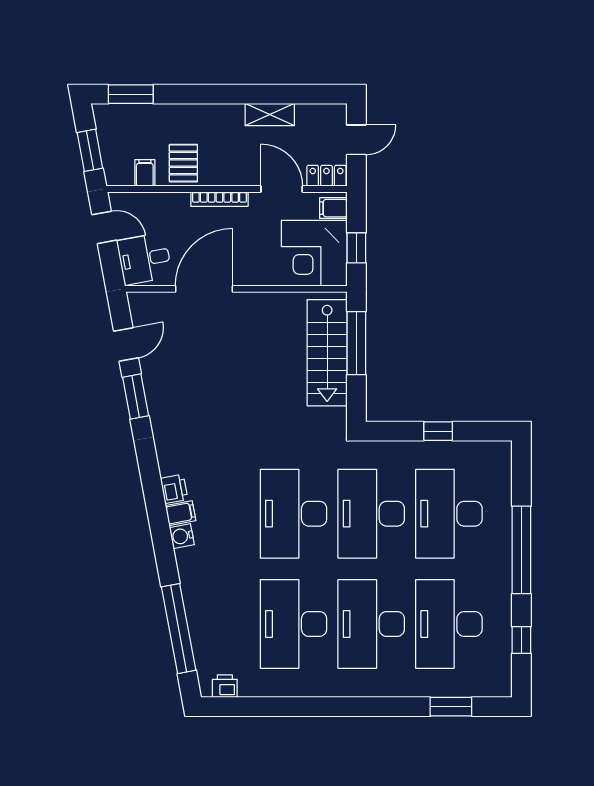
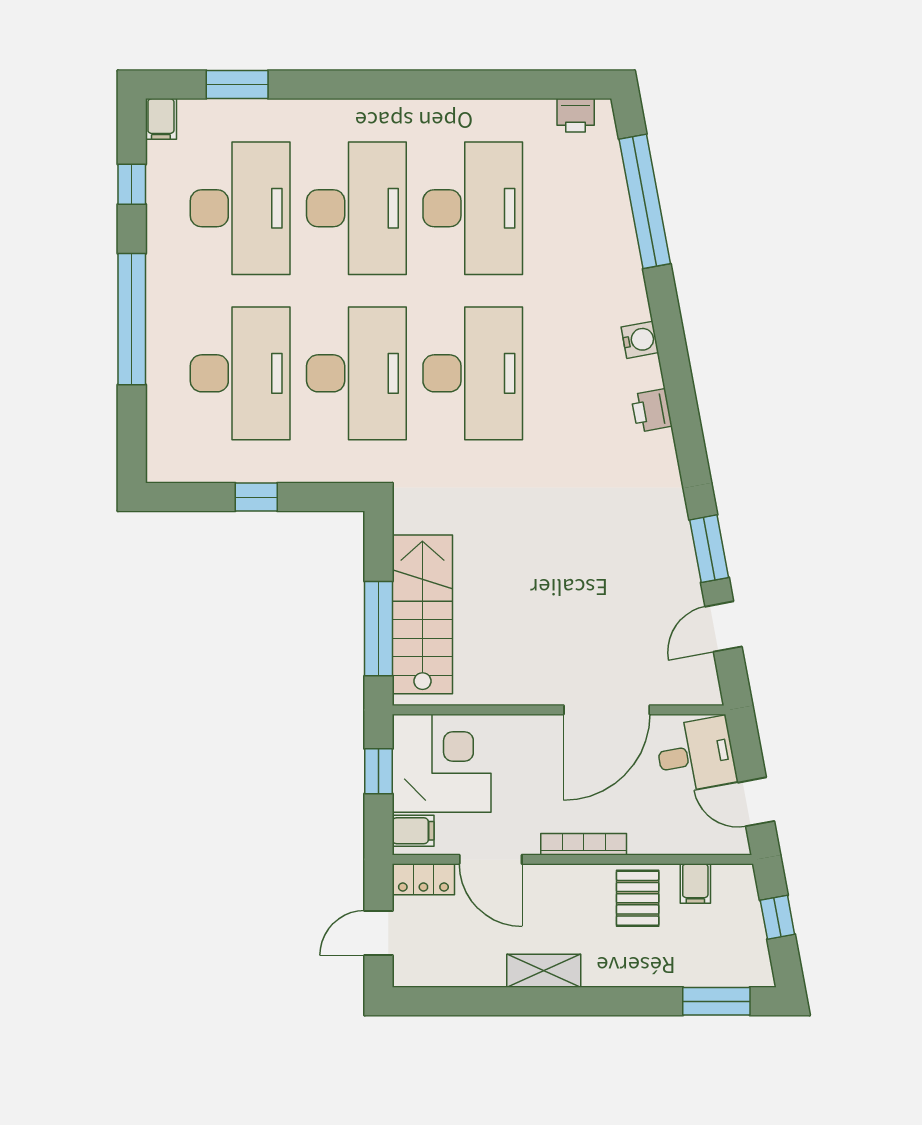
shelving: (270, 115) -> (544, 971), moved
window: (90, 150) -> (777, 917), width x0.67
filing cabinet: (181, 513) -> (161, 119), moved, turned -79

